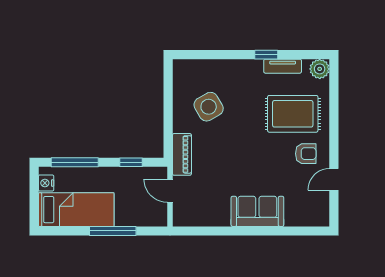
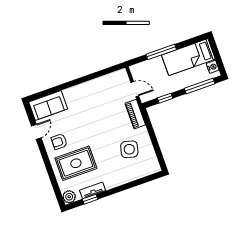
window: (266, 55) -> (90, 199), moved
side table: (209, 107) -> (129, 149), turned 45
sofa: (257, 211) -> (48, 105), moved

